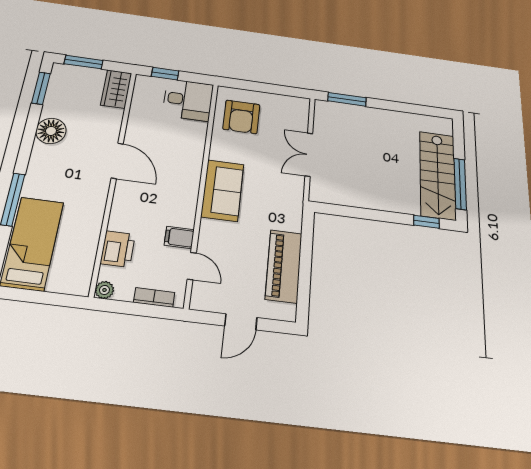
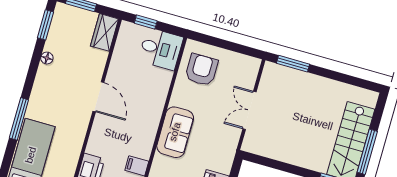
armchair: (241, 117) -> (201, 70), turned 180
floor lamp: (51, 131) -> (47, 58), width x0.53, depth x0.53

